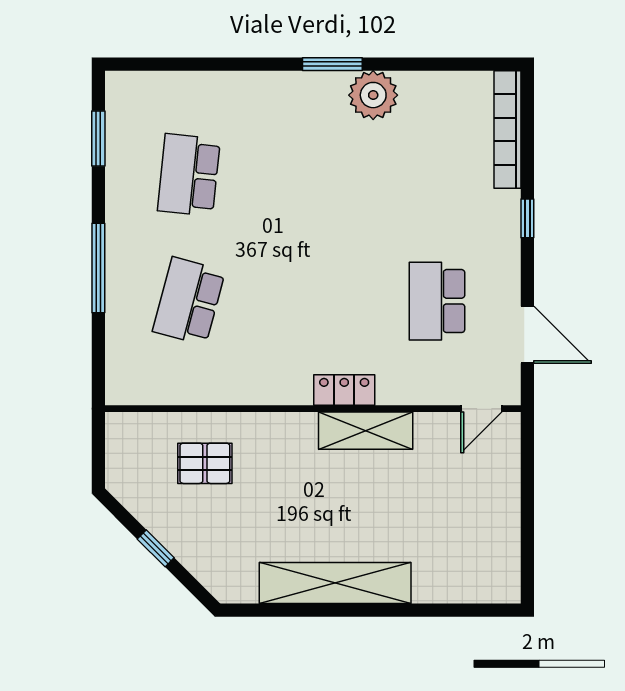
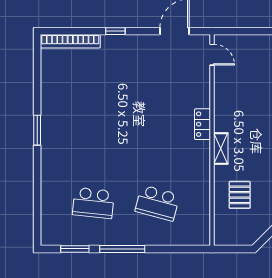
plant: (373, 95) -> (53, 109), removed
window: (98, 268) -> (122, 249), moved
school desk: (437, 301) -> (157, 77), removed
shelving: (366, 431) -> (221, 148), moved, width x0.67, depth x0.75

